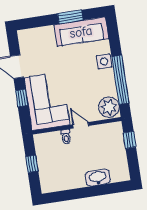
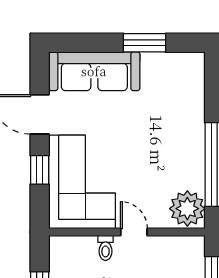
sofa: (81, 32) -> (94, 71), moved
side table: (104, 61) -> (191, 129), removed

